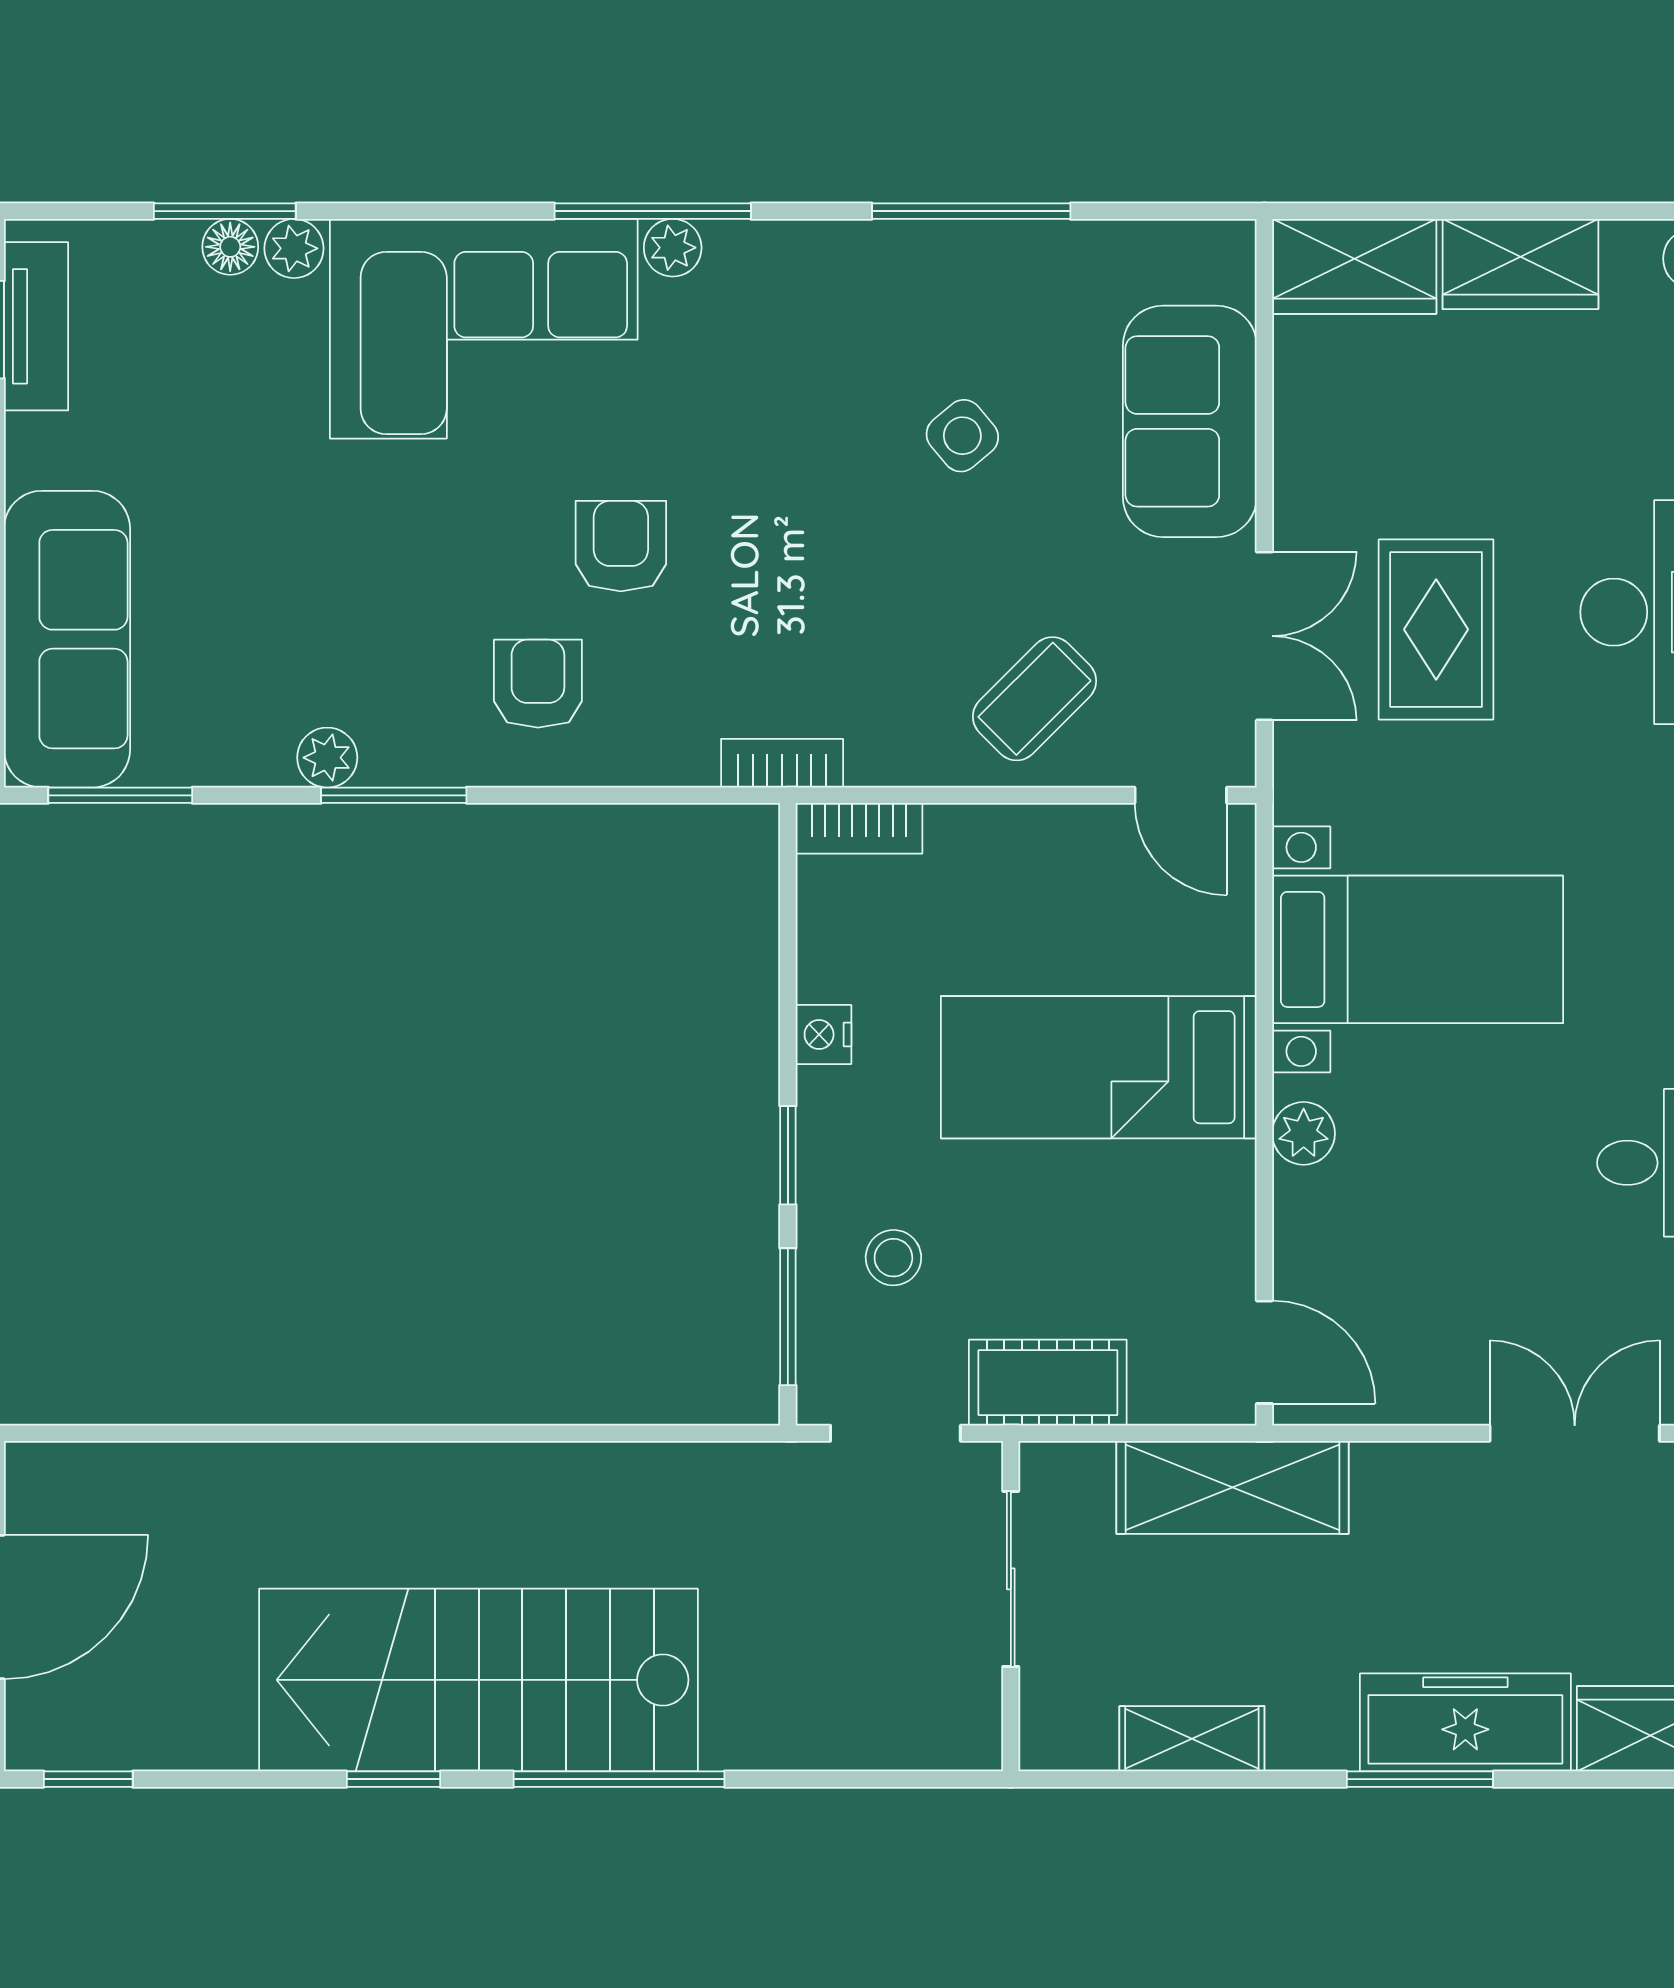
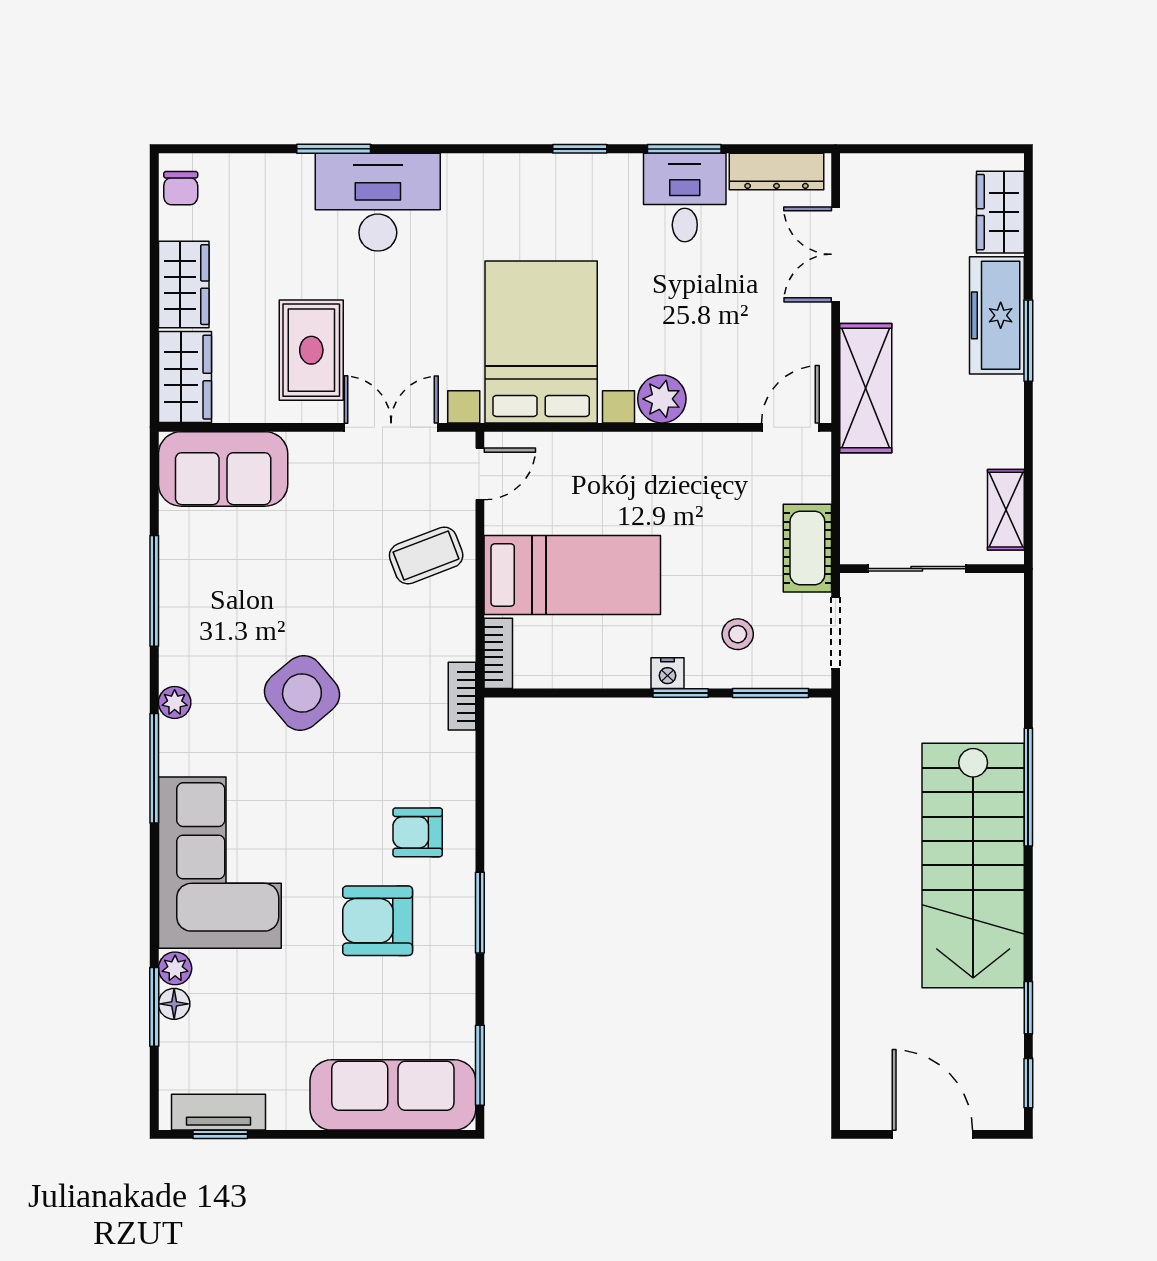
plant: (673, 248) -> (175, 702), moved
sofa: (1190, 421) -> (223, 469), moved
side table: (962, 436) -> (302, 693), moved, width x1.87, depth x1.87
armchair: (621, 546) -> (378, 921), moved, width x1.38, depth x1.38
rug: (1436, 629) -> (311, 350), moved, turned 90
coffee table: (1035, 699) -> (426, 555), turned -66
plant: (327, 758) -> (459, 950), removed
bed with nightstands: (1418, 949) -> (541, 342), width x1.36
nightstand: (823, 1035) -> (667, 673), moved
bed: (1099, 1067) -> (572, 575), moved, turned -90
plant: (1304, 1133) -> (662, 399), width x1.38, depth x1.38
shelving: (1232, 1487) -> (866, 388), moved
shelving: (1192, 1739) -> (1006, 510), moved
window: (393, 1779) -> (1028, 1008), moved

